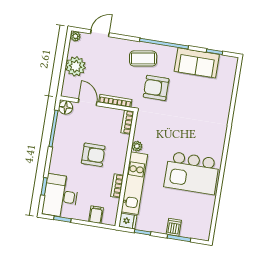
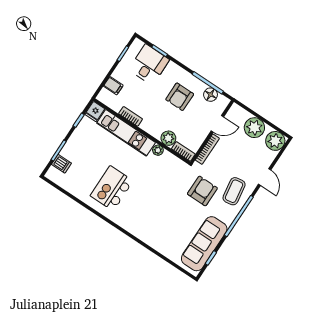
door: (100, 33) -> (265, 177), moved
plant: (75, 36) -> (275, 141), width x1.88, depth x1.88
sofa: (197, 63) -> (204, 244), width x1.36
floor lamp: (66, 107) -> (211, 95), moved
plant: (121, 142) -> (168, 138), added
armchair: (93, 155) -> (180, 97), moved
kitchen island: (192, 173) -> (112, 188), width x0.73, depth x0.78
desk: (61, 196) -> (149, 65), width x0.73
dishwasher: (174, 227) -> (61, 164), moved

